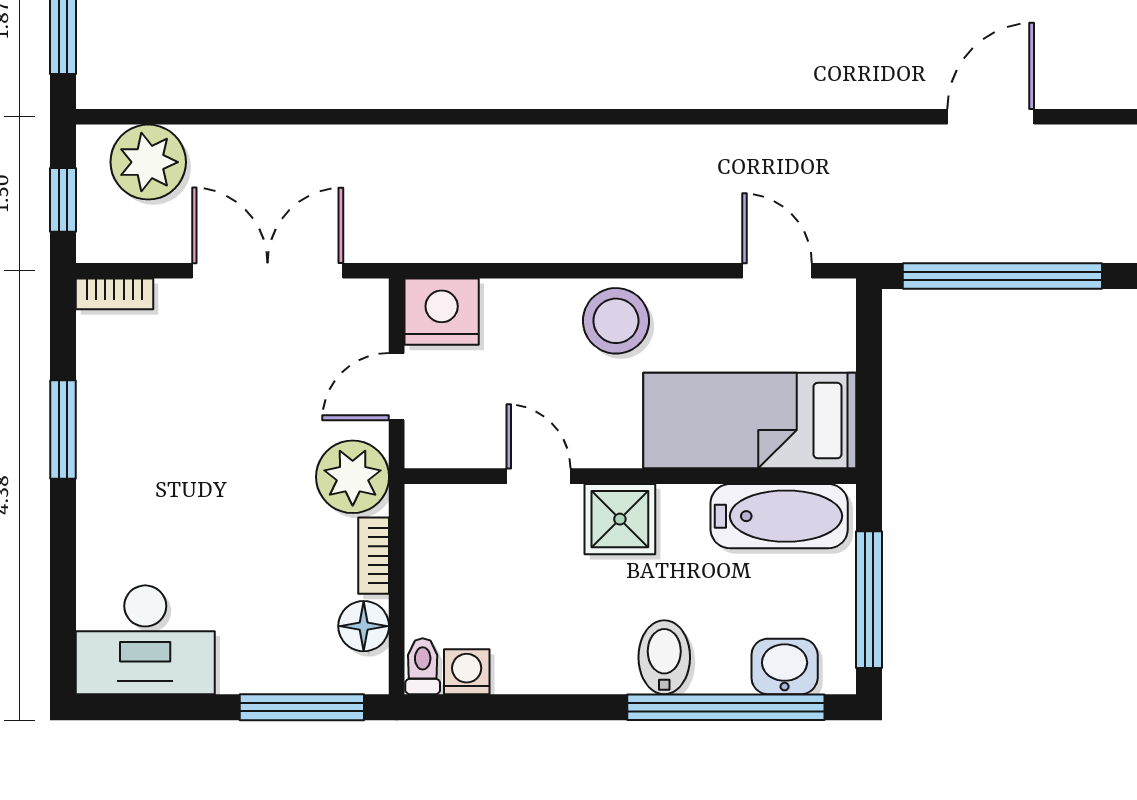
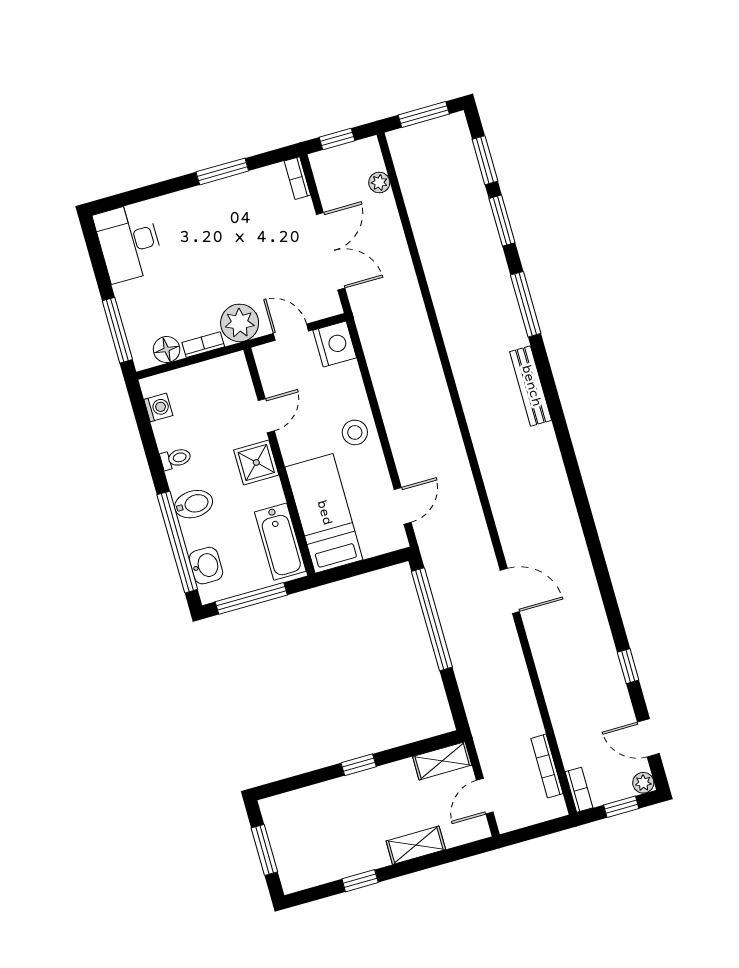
plant: (148, 162) -> (379, 183), width x0.53, depth x0.53
stool: (616, 321) -> (355, 432), width x0.73, depth x0.73
toilet: (423, 666) -> (176, 458), moved

